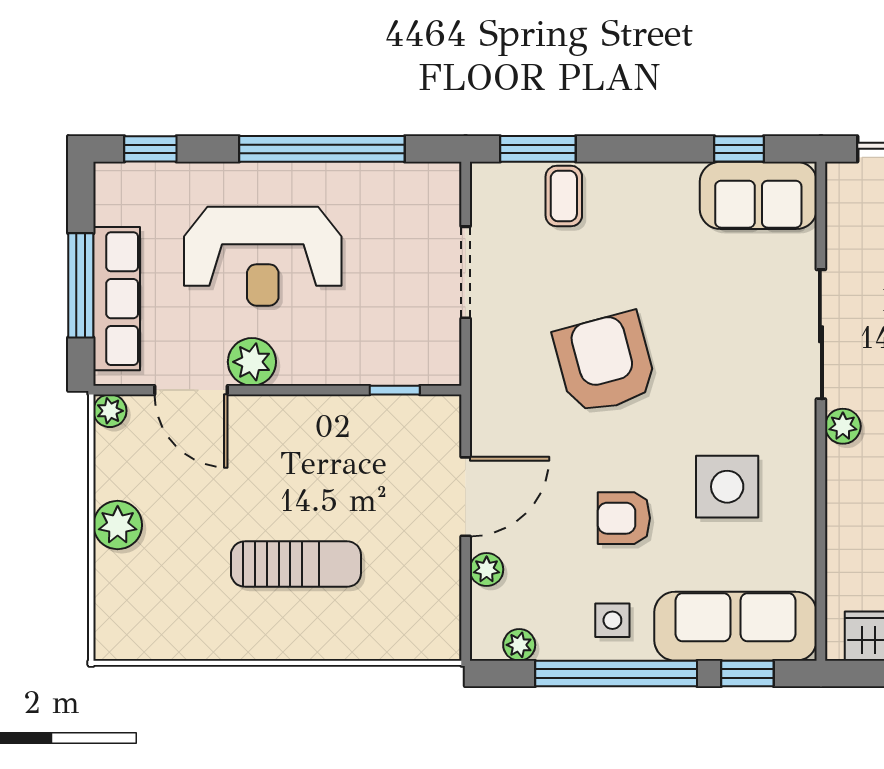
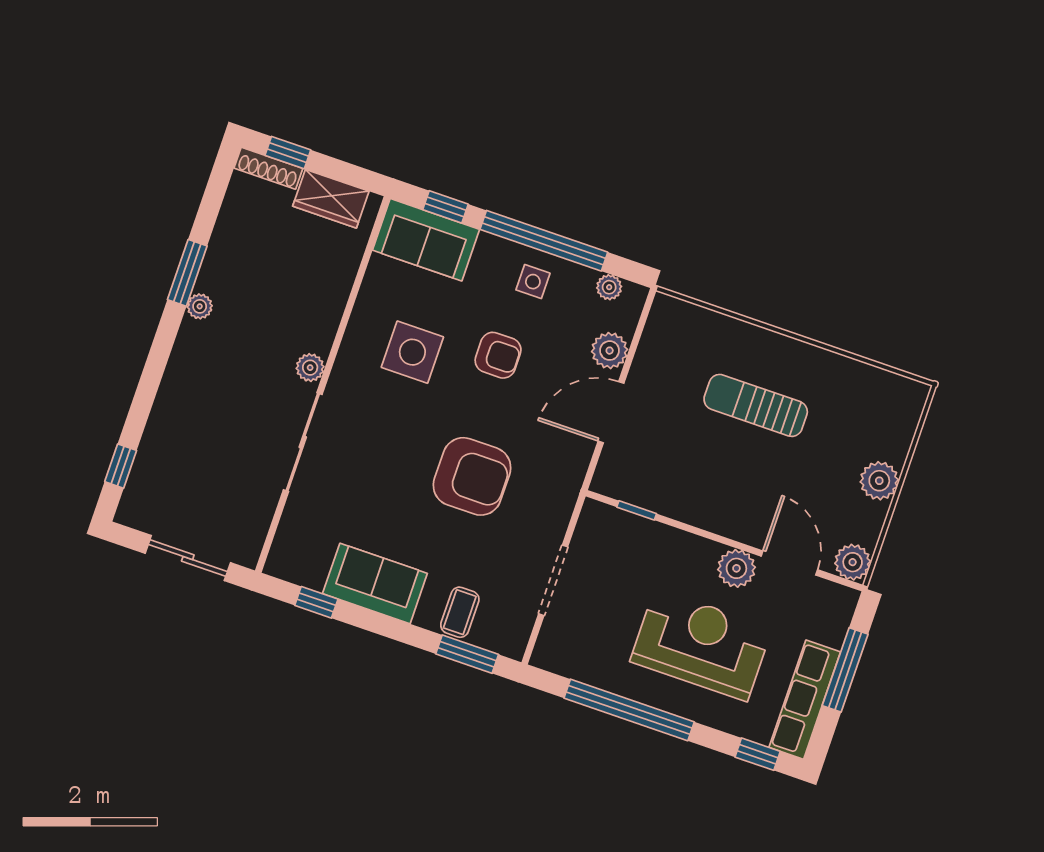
sofa: (758, 195) -> (375, 584), moved
row of seats: (117, 299) -> (805, 700), moved
armchair: (605, 363) -> (472, 476), turned -75
plant: (110, 411) -> (853, 562), width x1.38, depth x1.38
plant: (487, 569) -> (610, 351), width x1.38, depth x1.38
sofa: (735, 626) -> (426, 240), width x0.73

